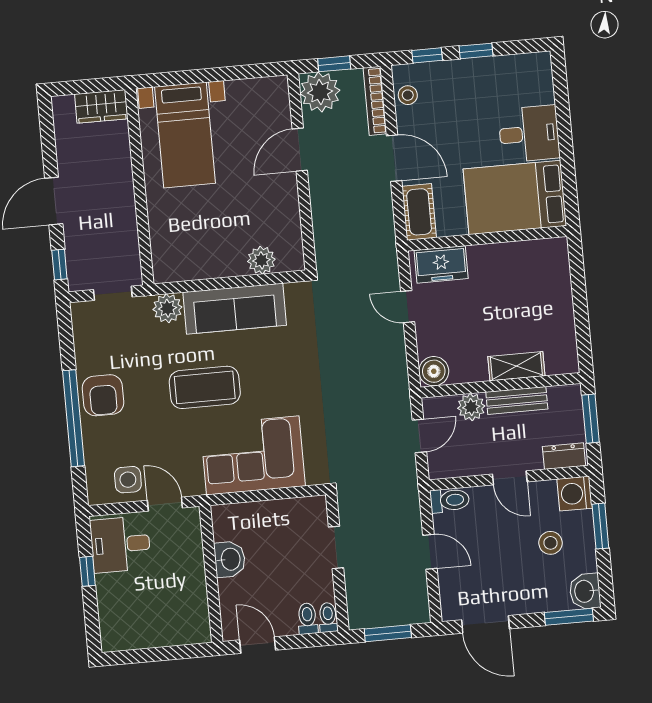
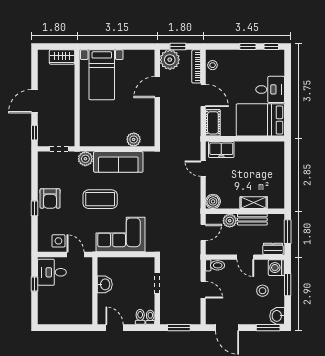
window: (427, 55) -> (271, 47), moved
window: (73, 418) -> (35, 208), width x0.32

